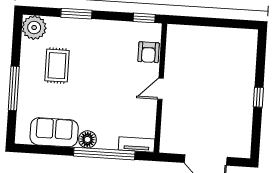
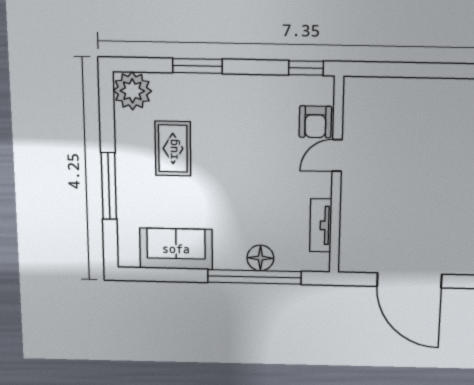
door: (160, 89) -> (337, 155), moved
floor lamp: (87, 139) -> (260, 258), moved
tv unit: (137, 144) -> (321, 225), moved, turned -90

